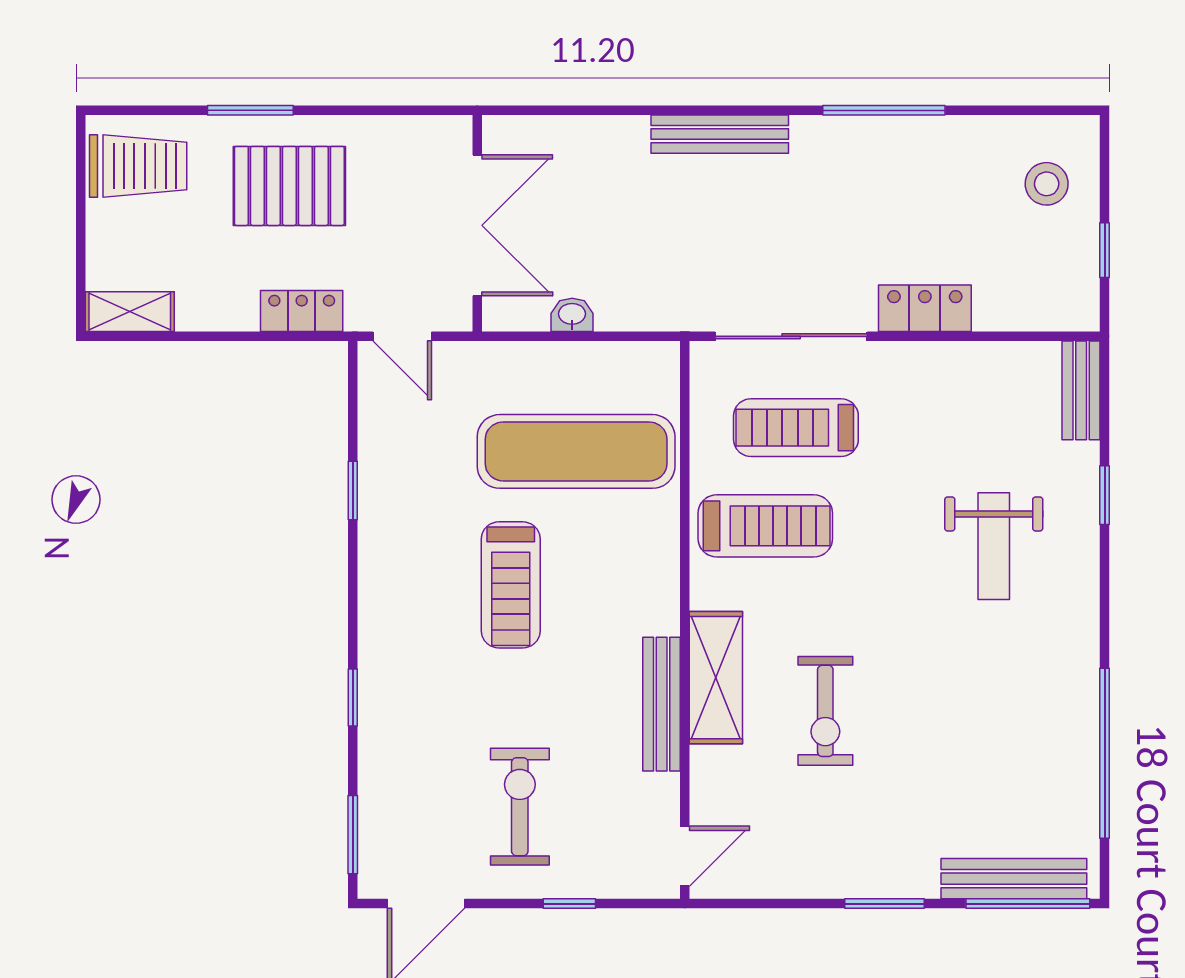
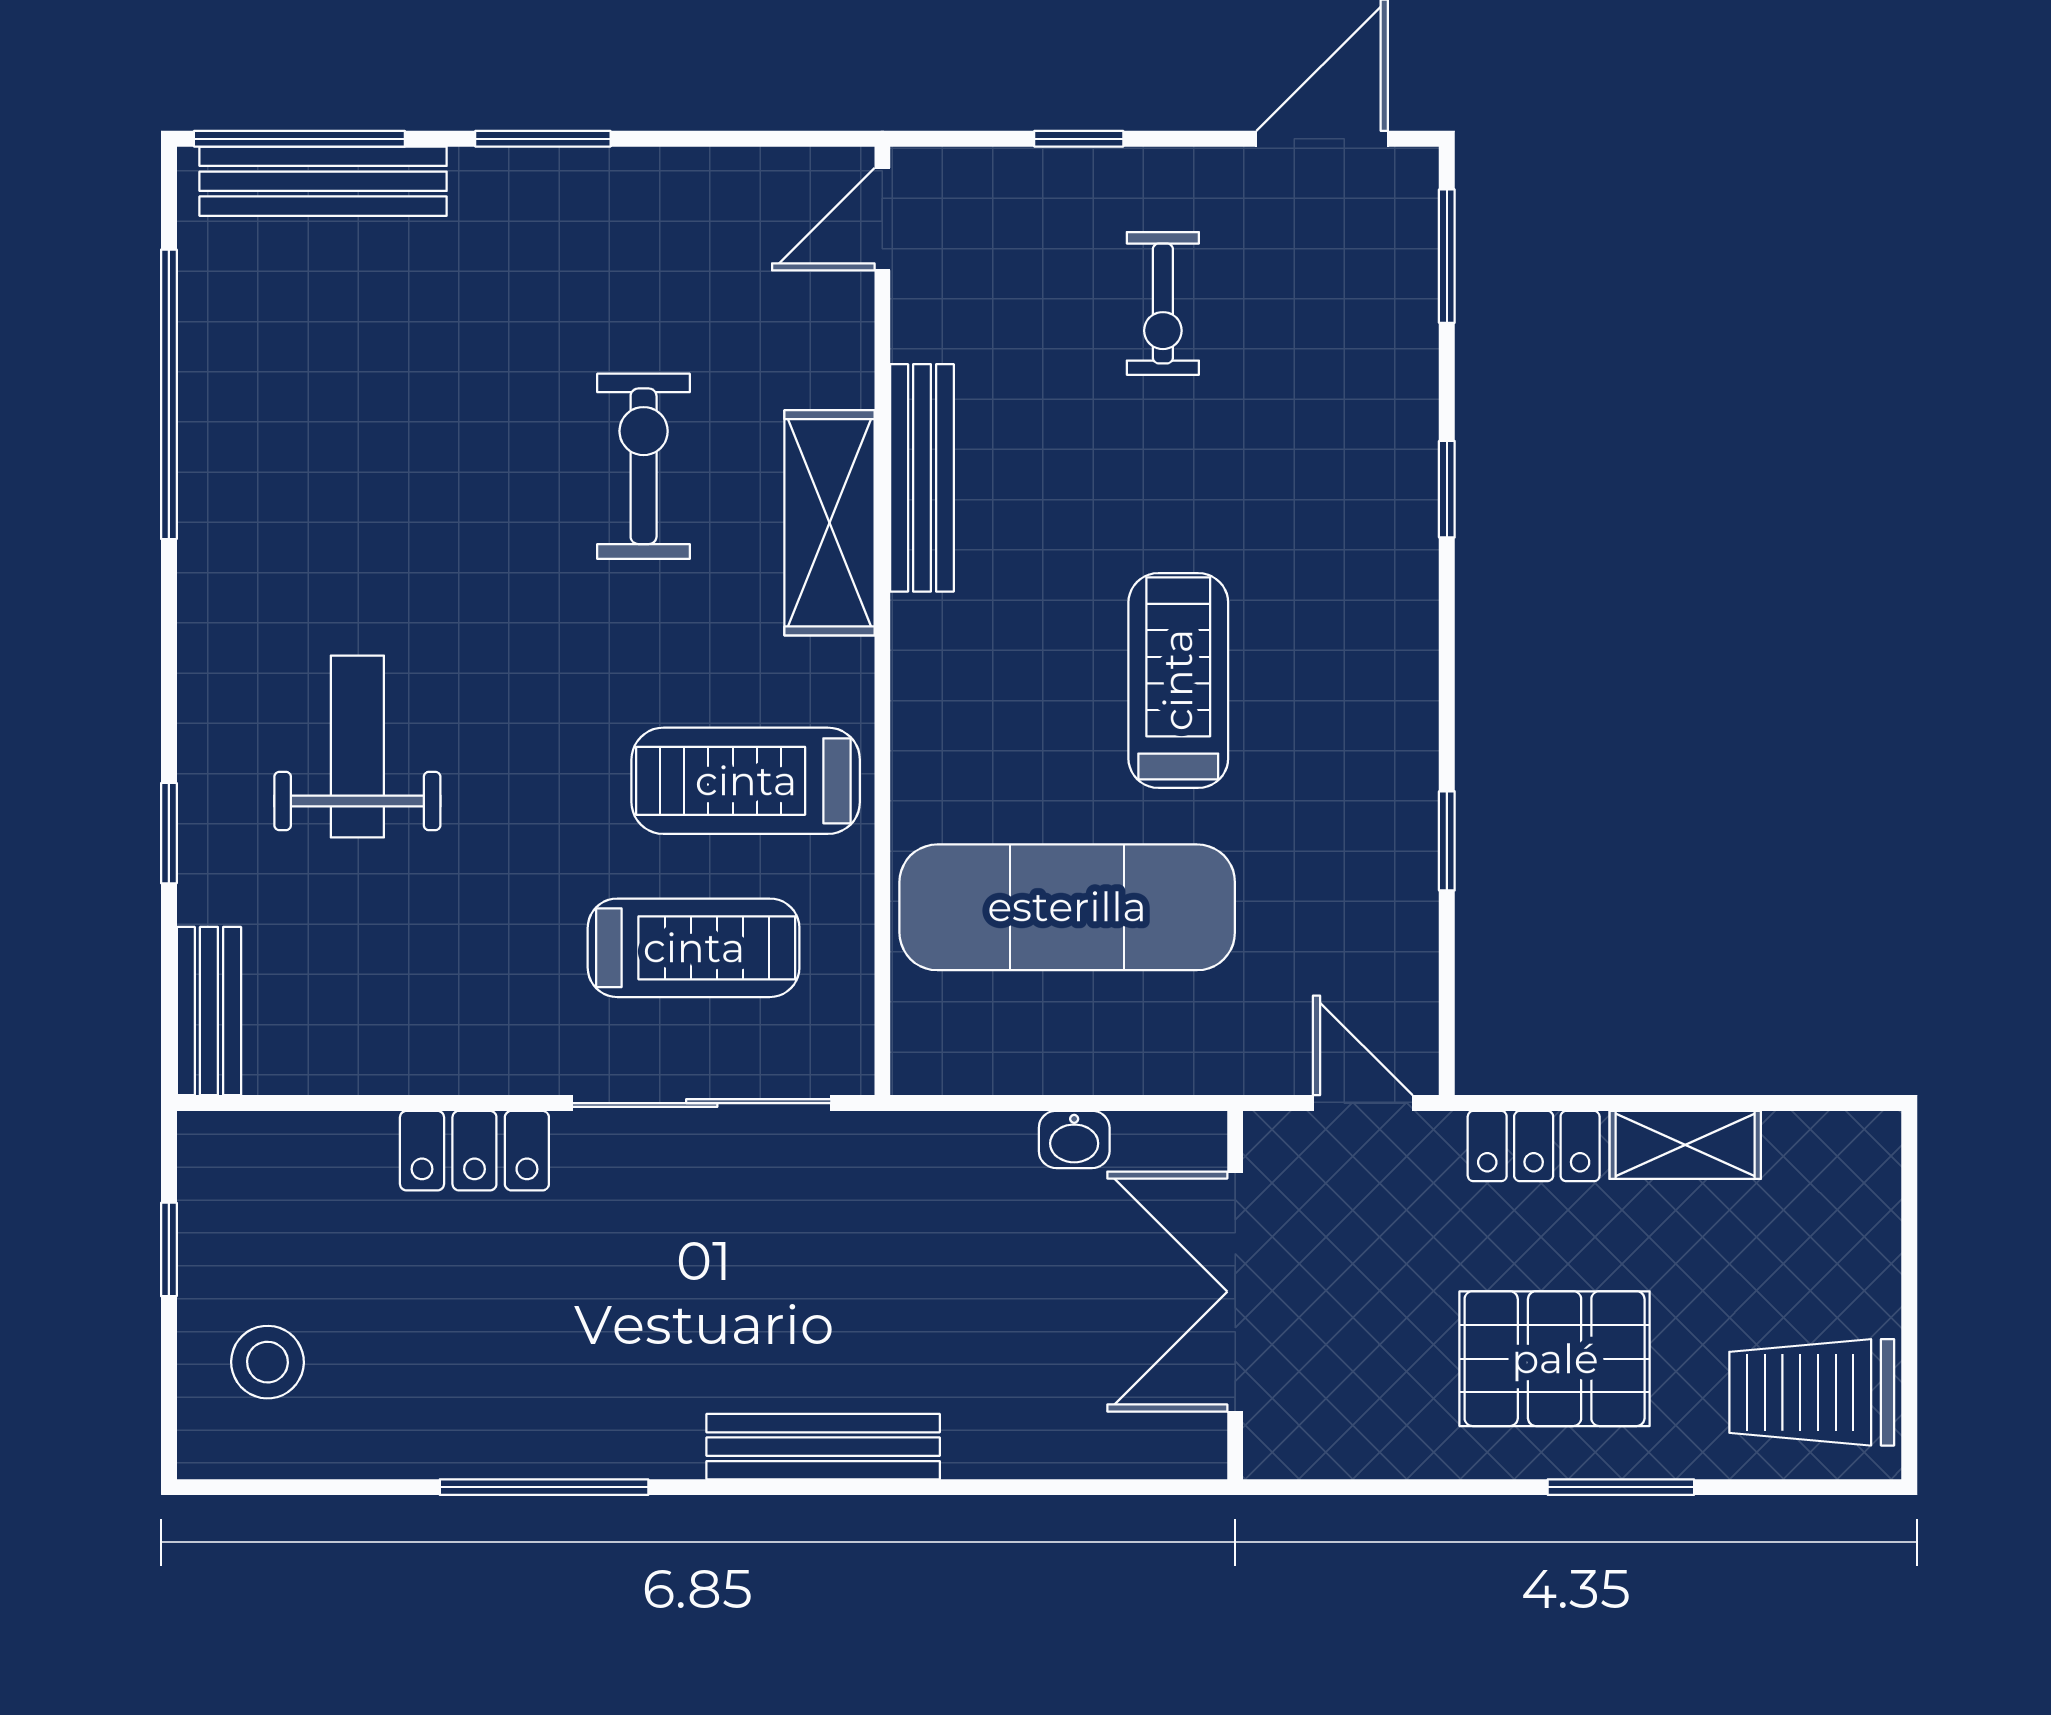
shelving: (130, 312) -> (1685, 1145), moved
exercise bike: (520, 807) -> (1163, 303), width x0.73, depth x0.72

